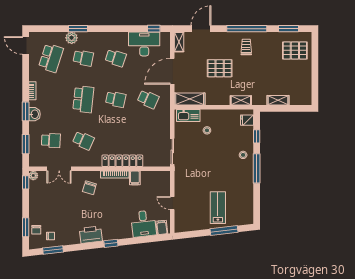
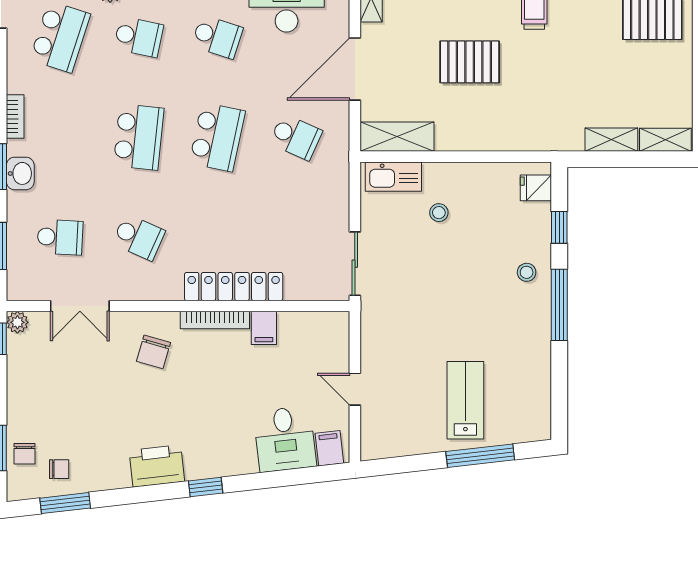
school desk: (116, 99) -> (217, 137), width x1.85
shelving: (241, 100) -> (665, 140), moved

